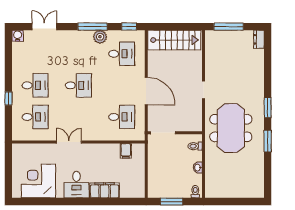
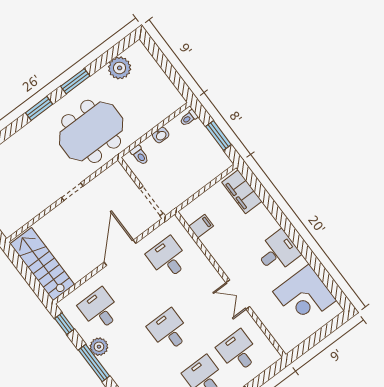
plant: (256, 173) -> (120, 68), added
filing cabinet: (105, 190) -> (242, 192), moved

